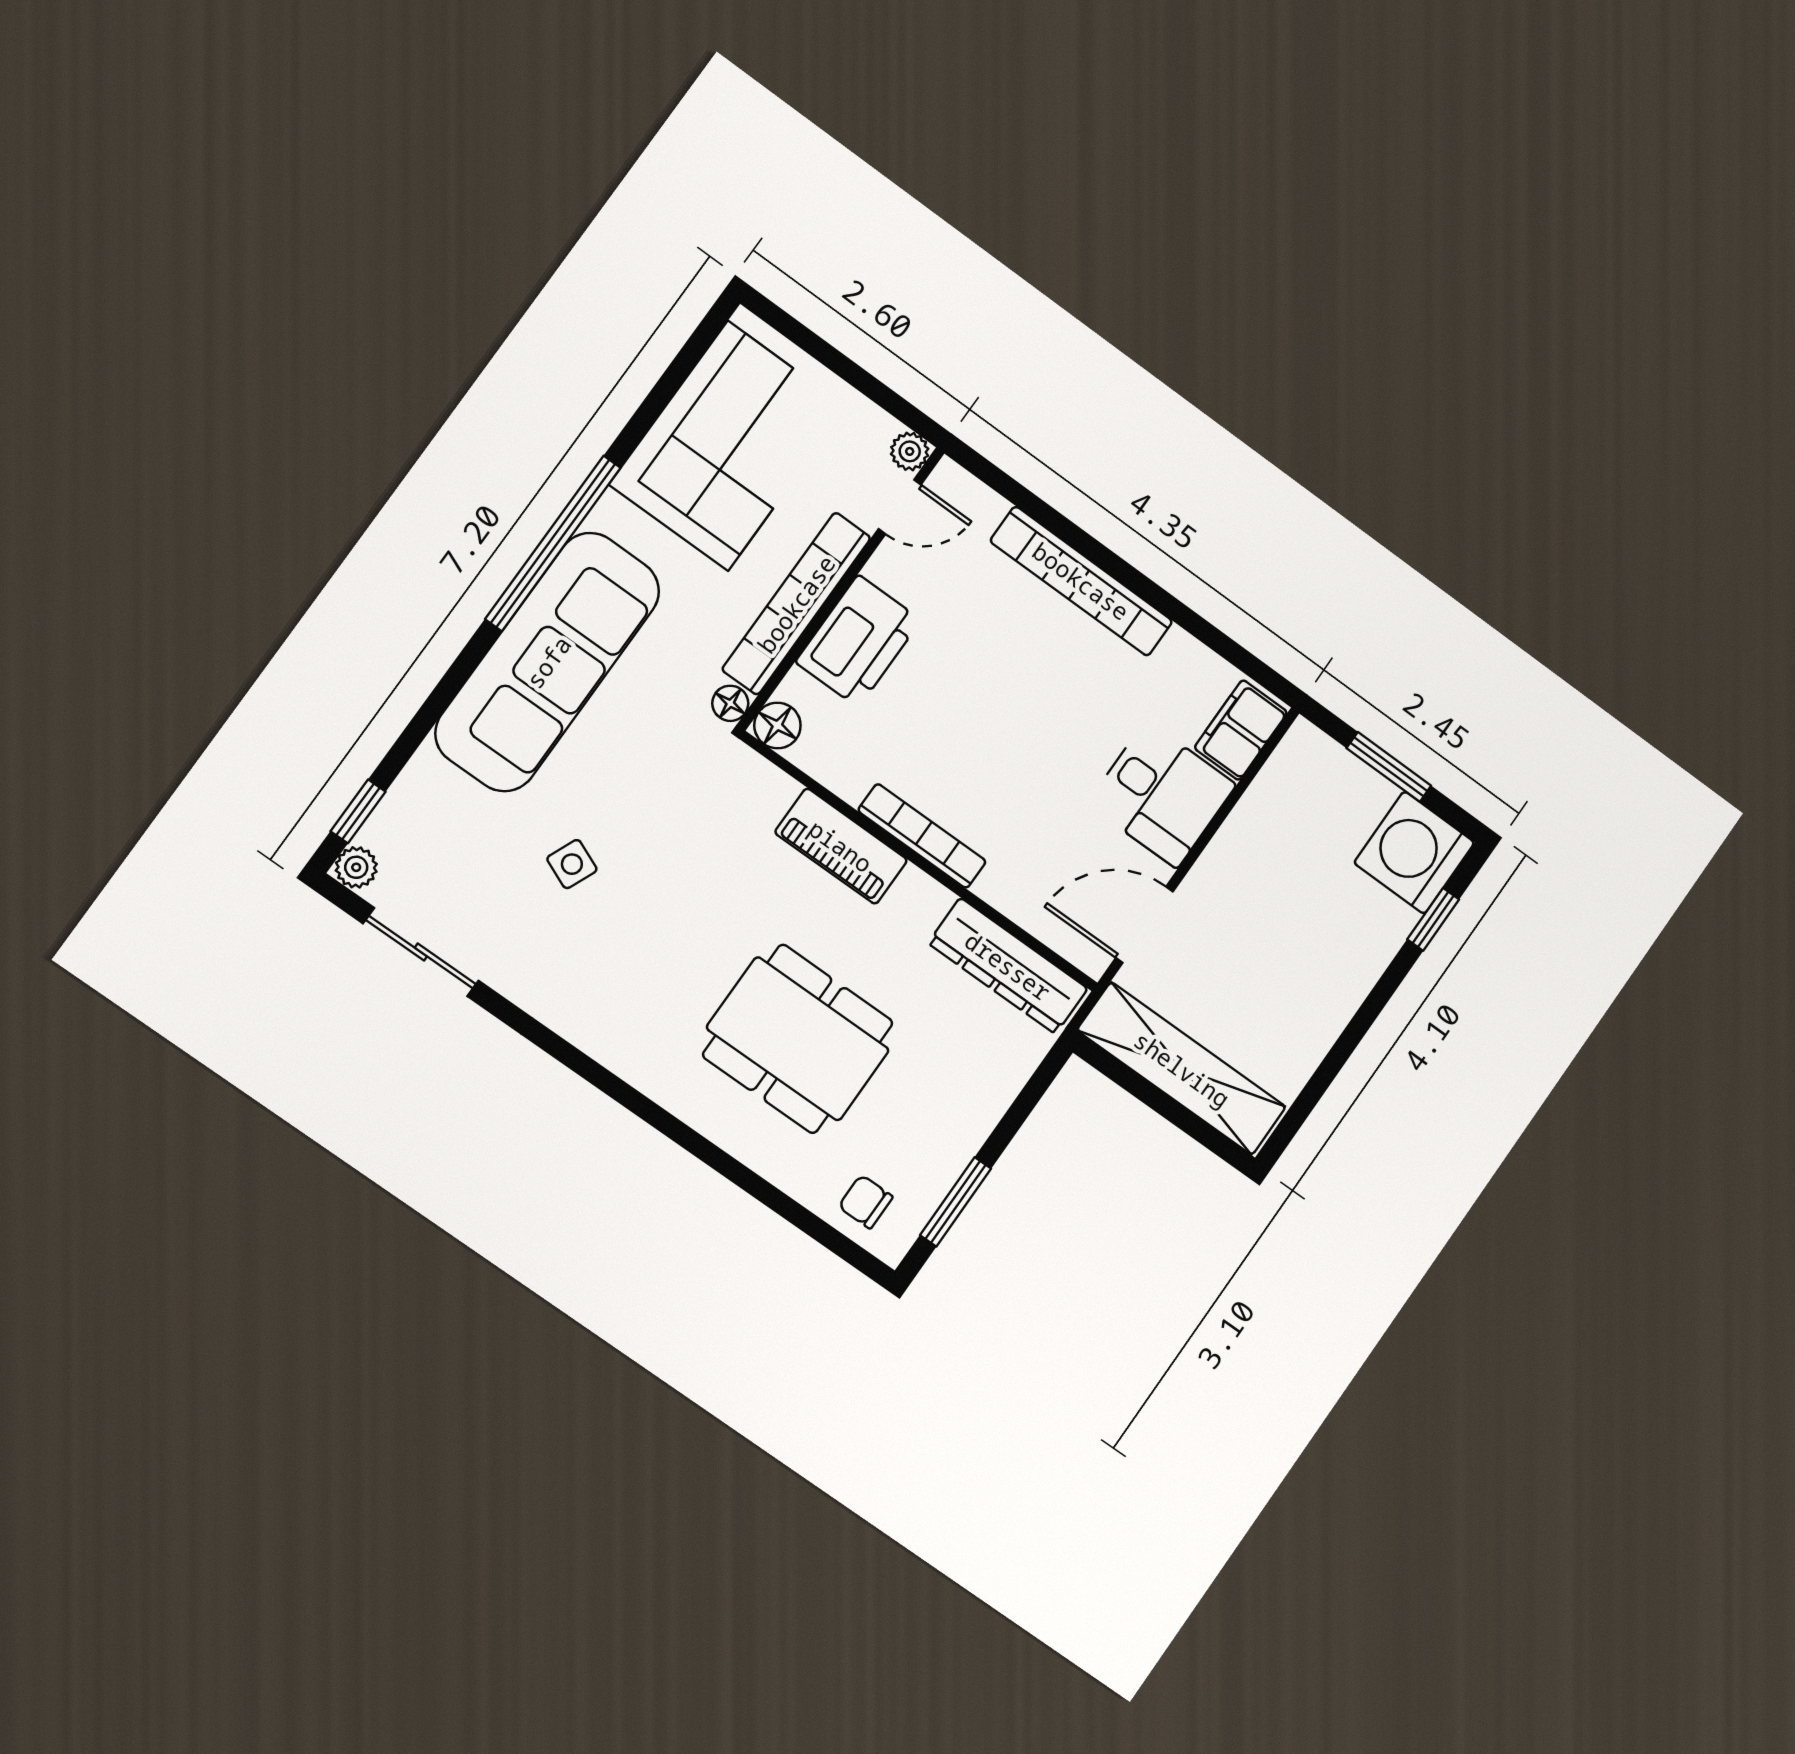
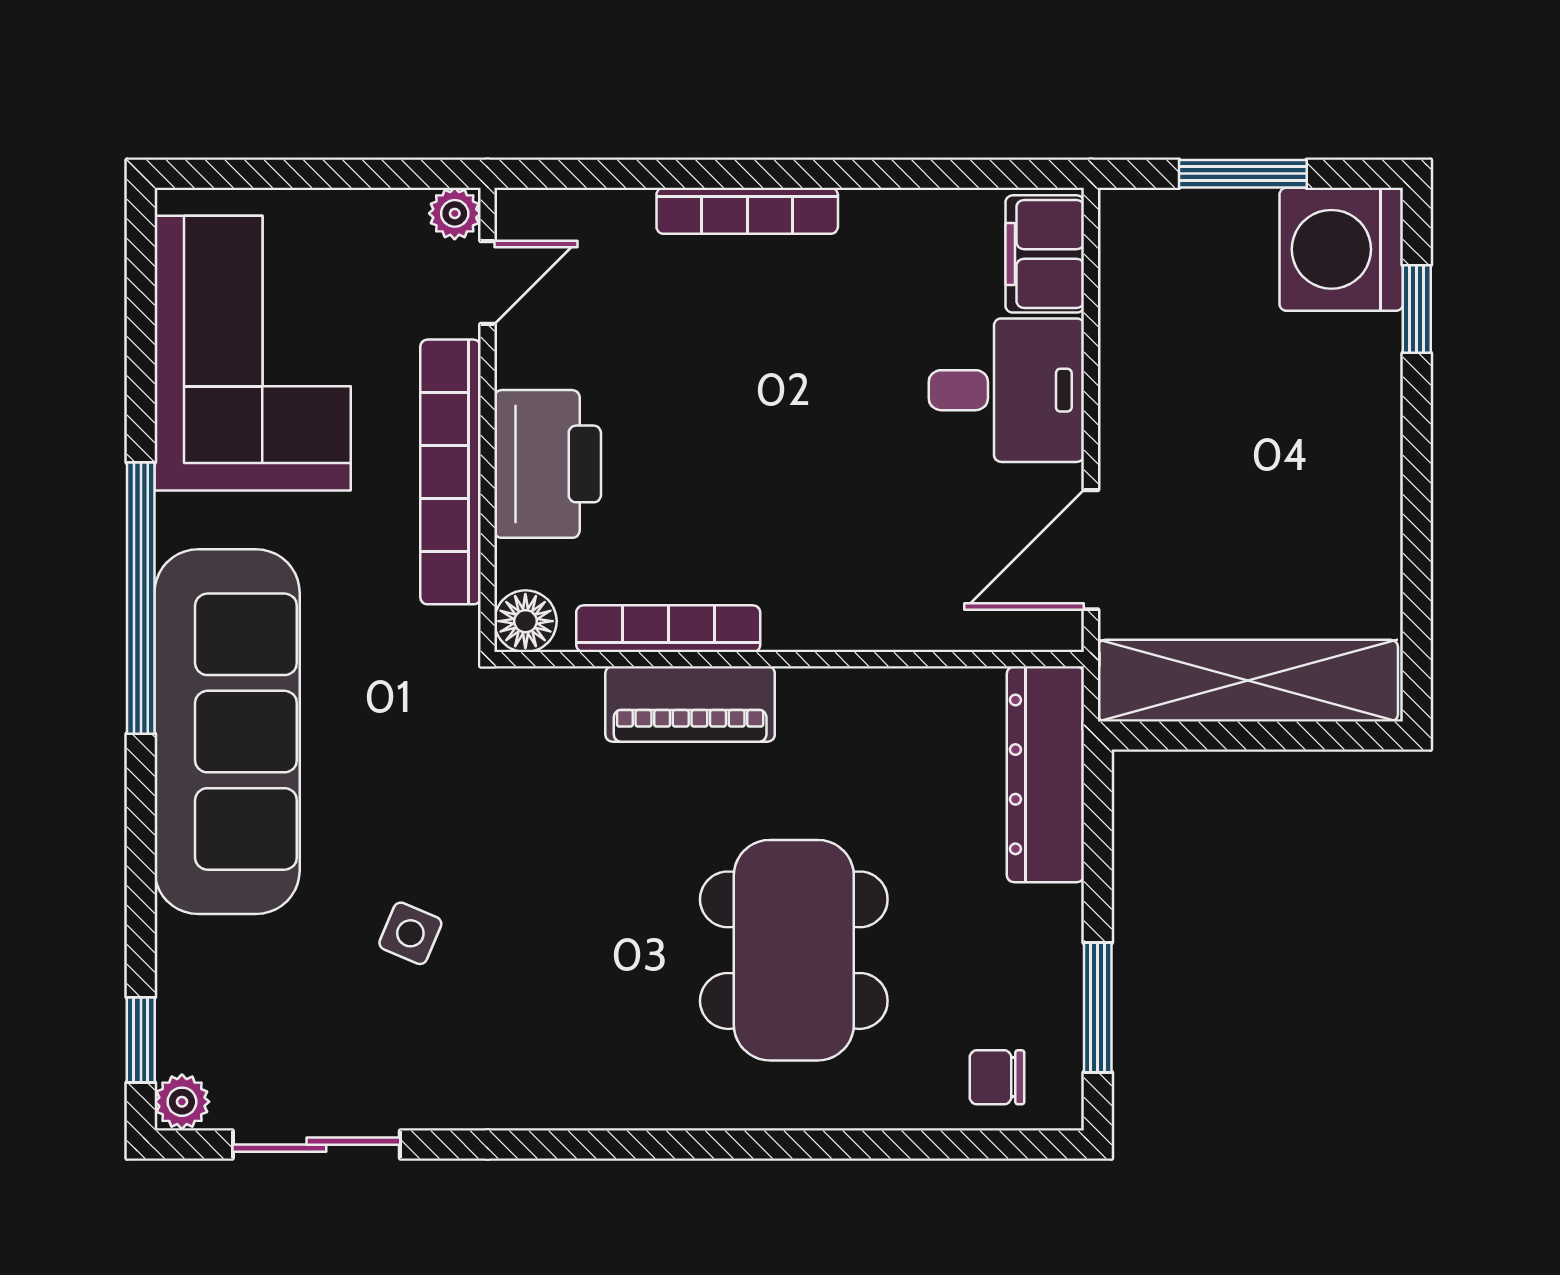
bookcase: (1081, 581) -> (747, 211), width x0.68, depth x0.76
floor lamp: (730, 703) -> (457, 634), removed
bookcase: (922, 836) -> (668, 629), moved
dresser: (1008, 966) -> (1045, 774), moved, turned 90
dining table: (798, 1039) -> (794, 950), turned 90

